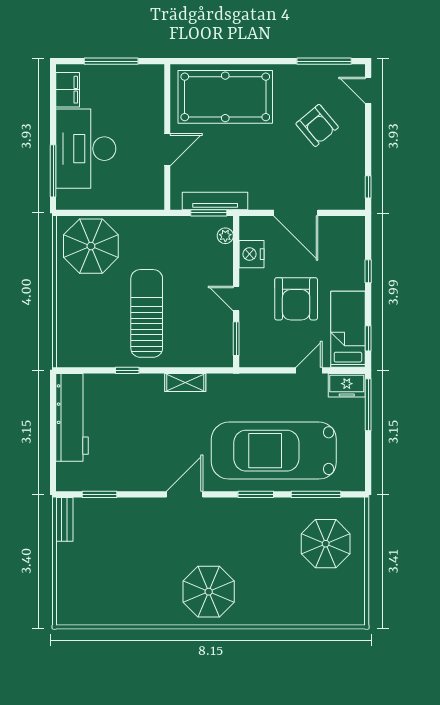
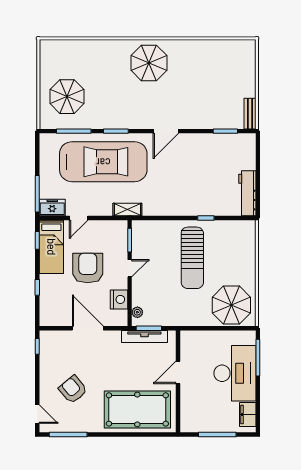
door: (236, 298) -> (130, 268), hinge flipped
shelving: (185, 382) -> (127, 209), moved
workbench: (72, 417) -> (247, 193), width x0.73, depth x0.76

